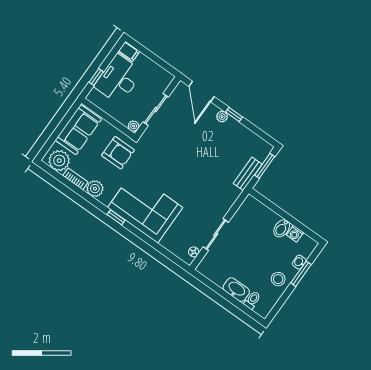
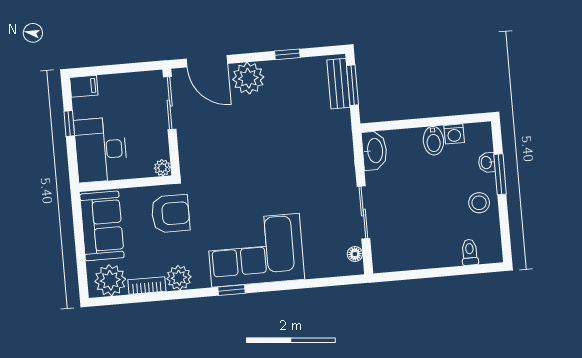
window: (96, 77) -> (69, 124), moved
desk: (118, 79) -> (101, 150), moved
sliding door: (156, 110) -> (170, 103), moved
window: (234, 115) -> (287, 54), moved
plant: (222, 117) -> (248, 78), width x1.88, depth x1.88
bench: (248, 174) -> (338, 84), moved
washbasin: (236, 290) -> (374, 151), moved, turned 90

